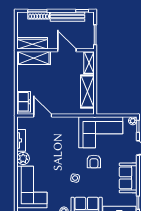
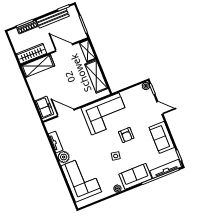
corner sofa: (101, 132) -> (105, 114), moved

